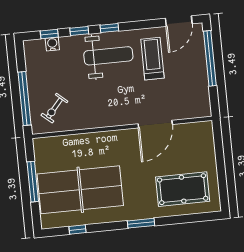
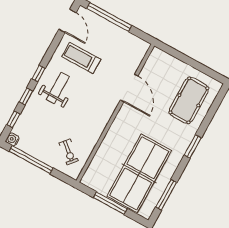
water cooler: (52, 44) -> (12, 139), moved
weight bench: (108, 56) -> (58, 88), width x0.73, depth x0.75
window: (24, 99) -> (31, 160), moved
window: (77, 229) -> (166, 195), width x2.17

